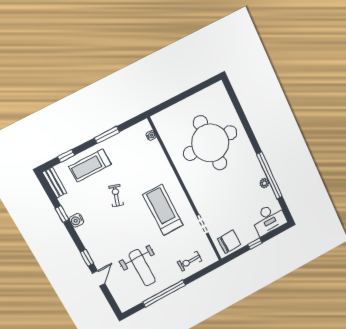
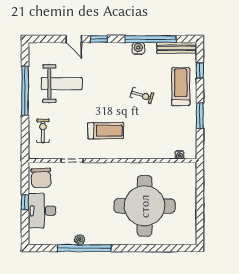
bench: (55, 183) -> (177, 48), width x1.36
treadmill: (163, 210) -> (106, 131), width x0.73, depth x0.73
window: (62, 214) -> (151, 39), width x3.17
desk: (269, 219) -> (42, 211), moved
weight bench: (142, 268) -> (62, 84), turned 180

